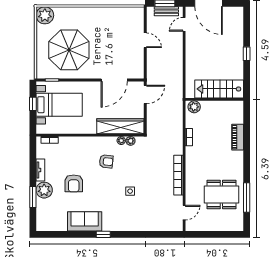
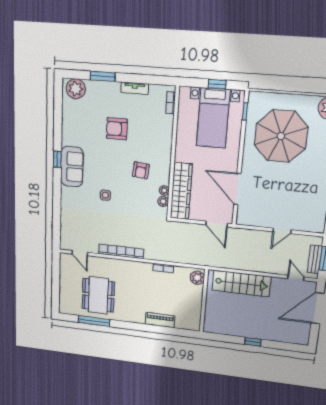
stairs: (219, 89) -> (241, 283), moved, turned 90
plant: (44, 190) -> (76, 89), moved
sofa: (85, 221) -> (72, 167), moved

